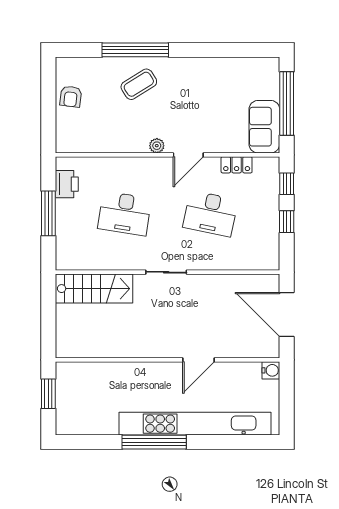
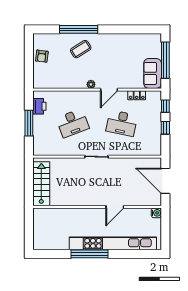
desk: (125, 214) -> (73, 123), turned -30
stairs: (94, 289) -> (41, 184), moved, turned -90
window: (48, 394) -> (29, 226), removed

